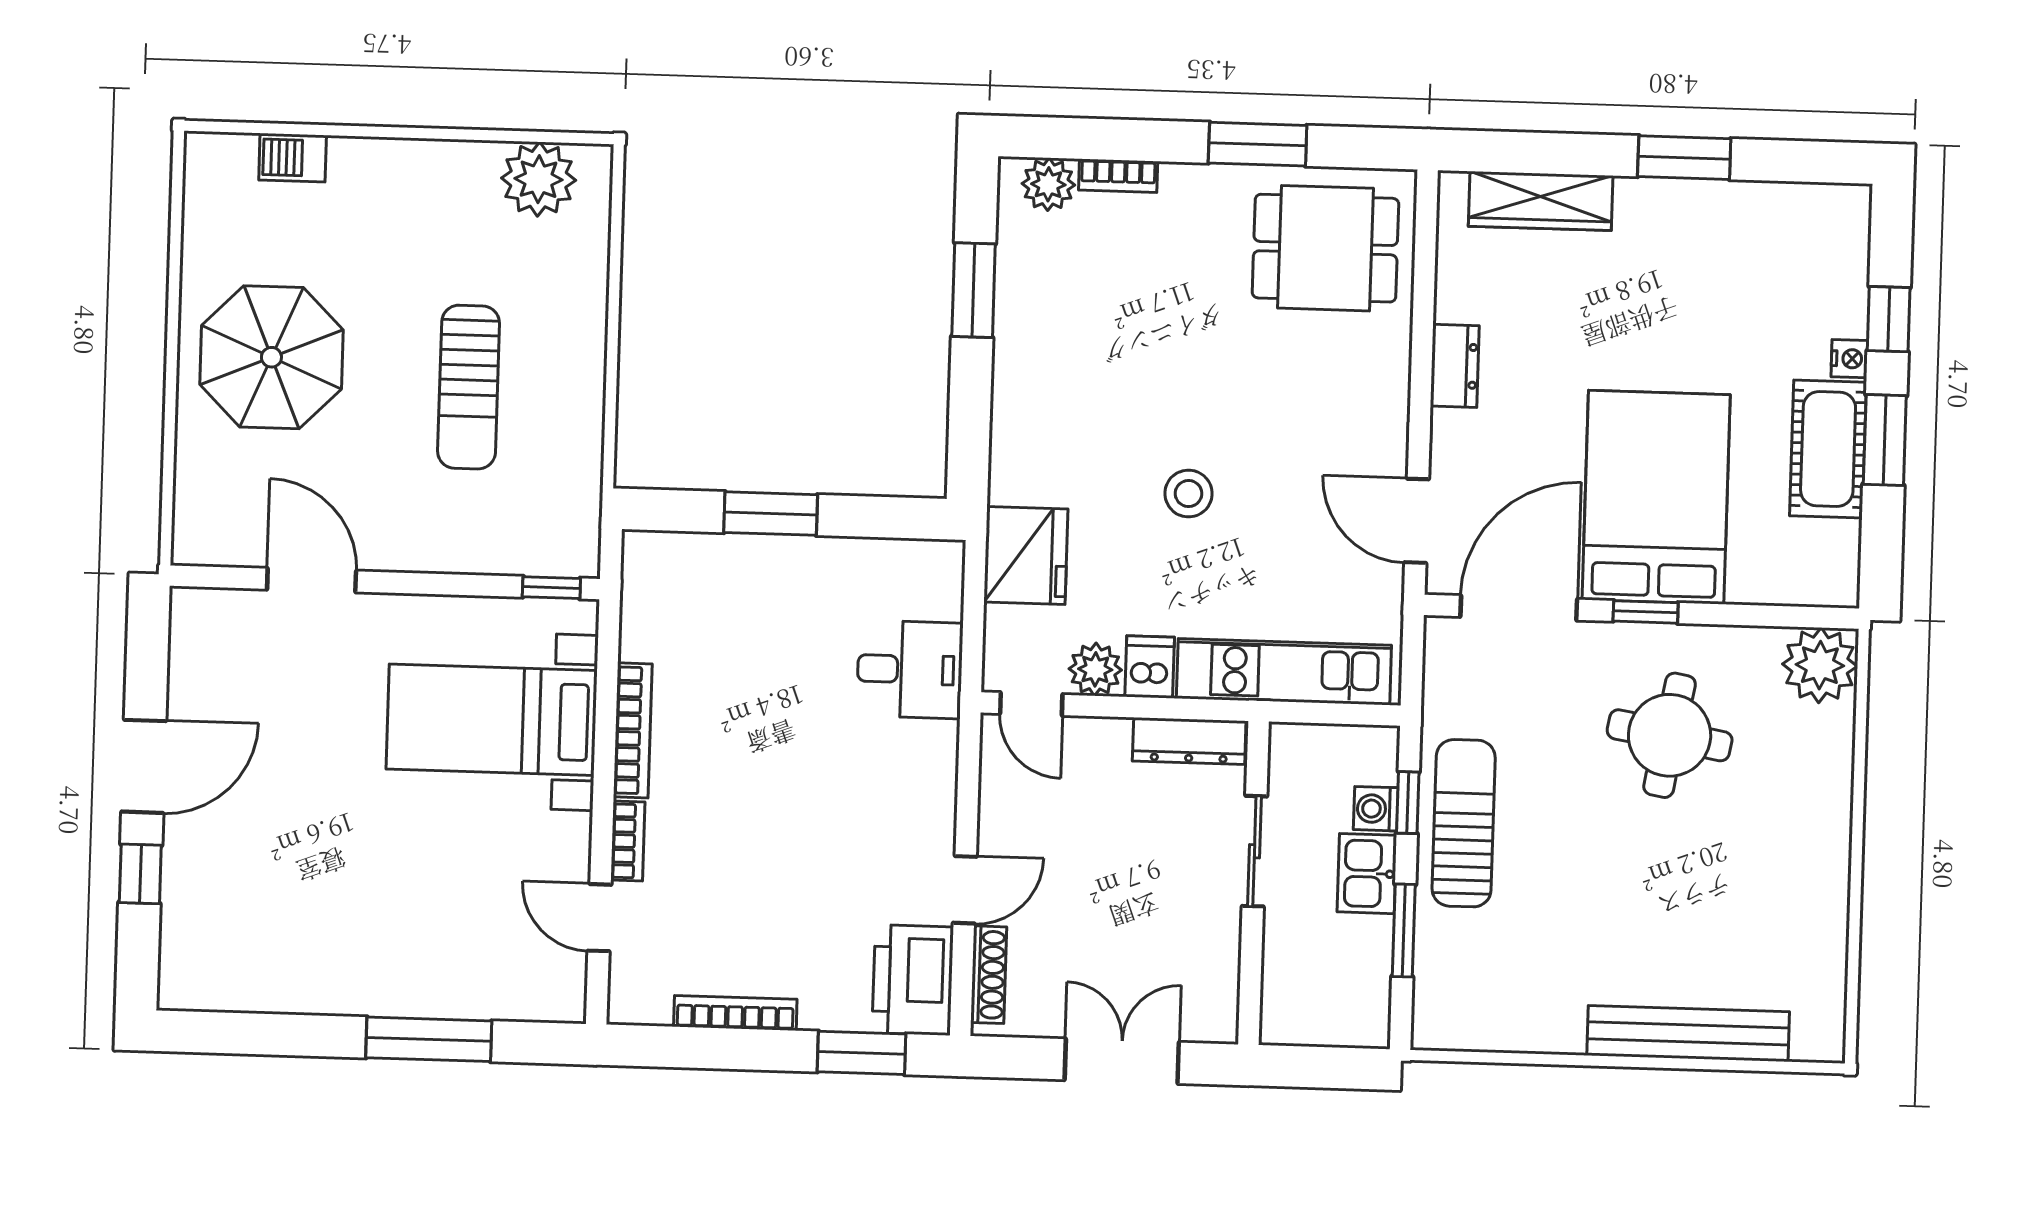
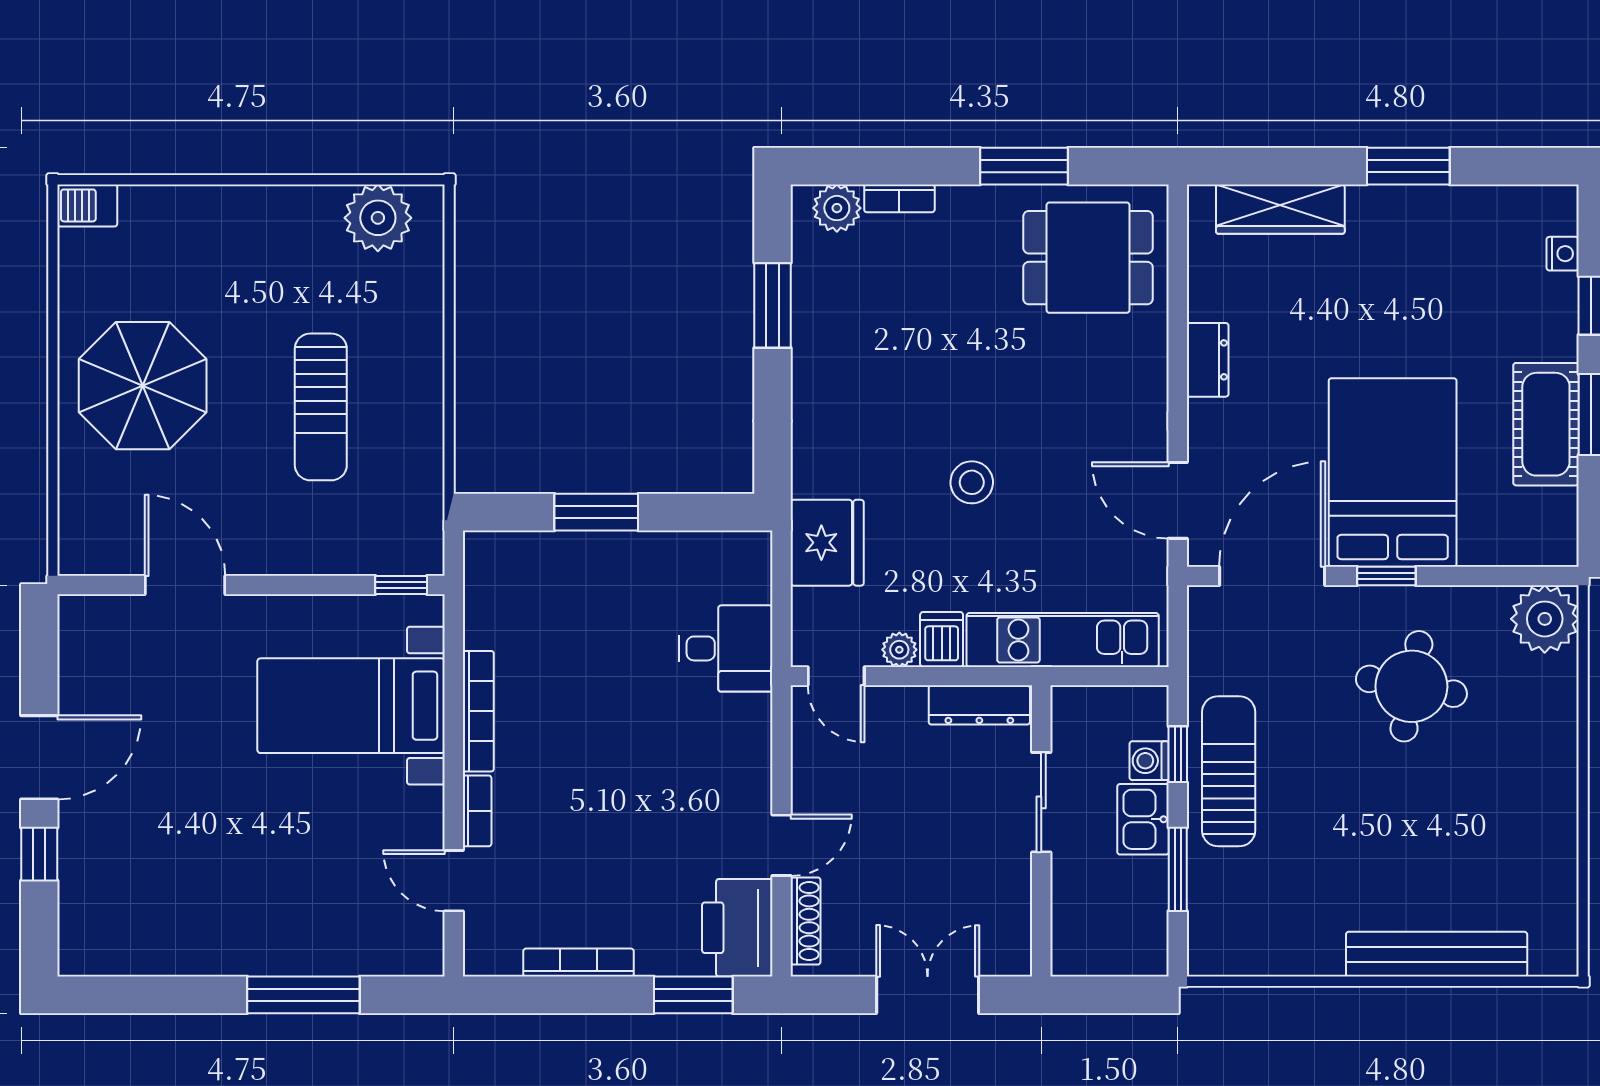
barbecue: (293, 158) -> (87, 205), moved
nightstand: (1849, 359) -> (1563, 254), moved
plant: (1095, 669) -> (899, 650), width x0.73, depth x0.73

